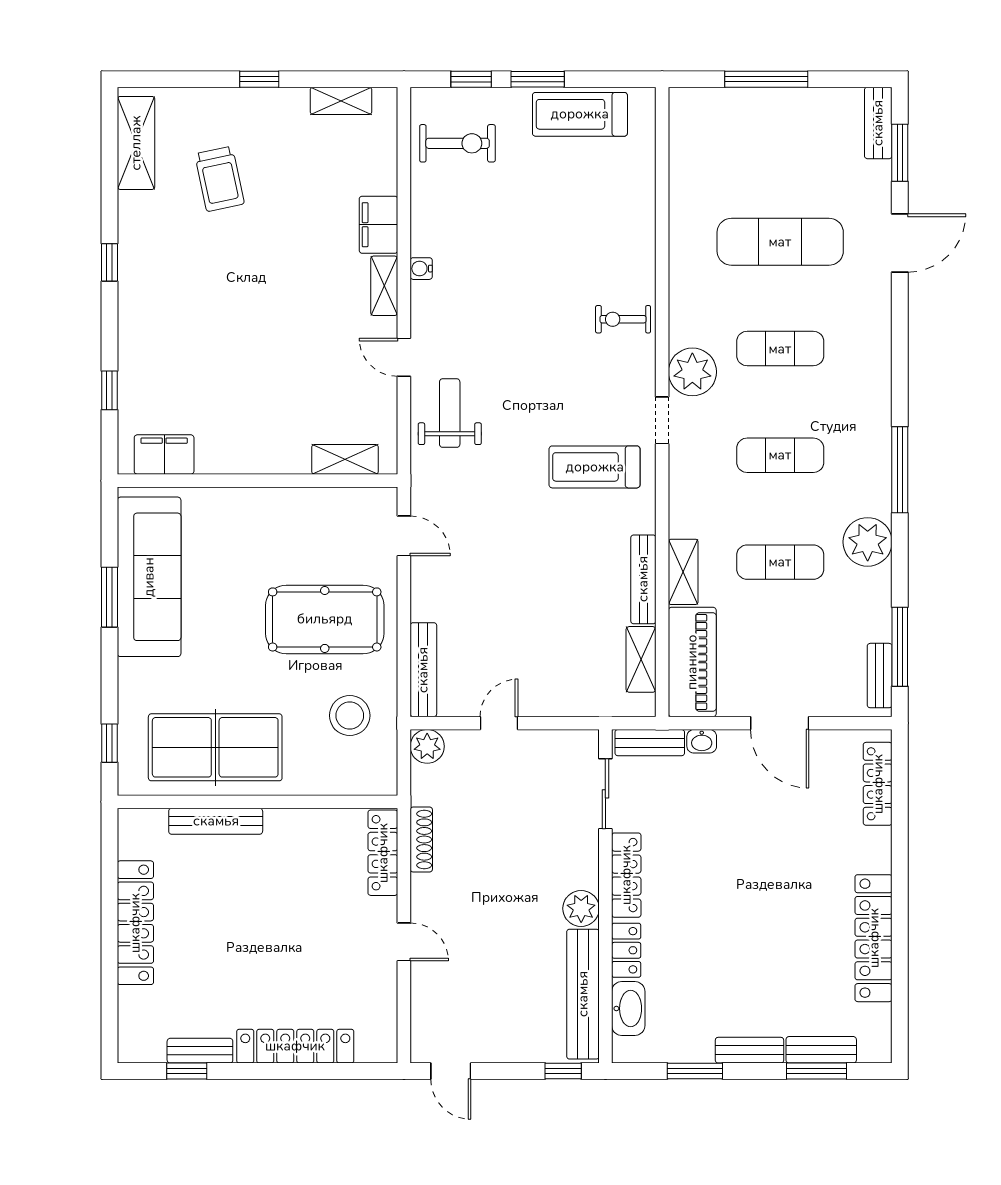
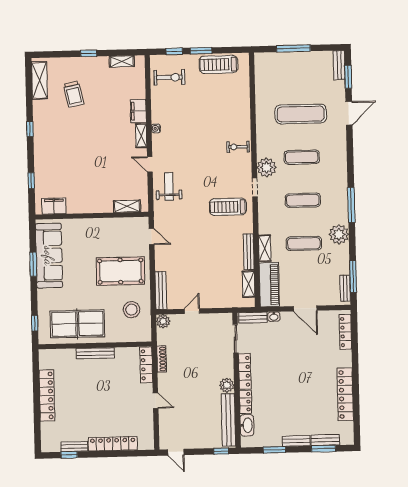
bench: (216, 821) -> (95, 353), moved

